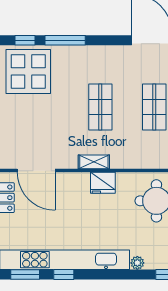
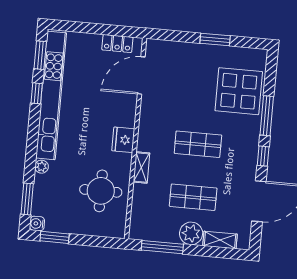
window: (25, 40) -> (263, 156), moved
display table: (28, 71) -> (239, 91), moved
shelving: (94, 162) -> (141, 168), moved

